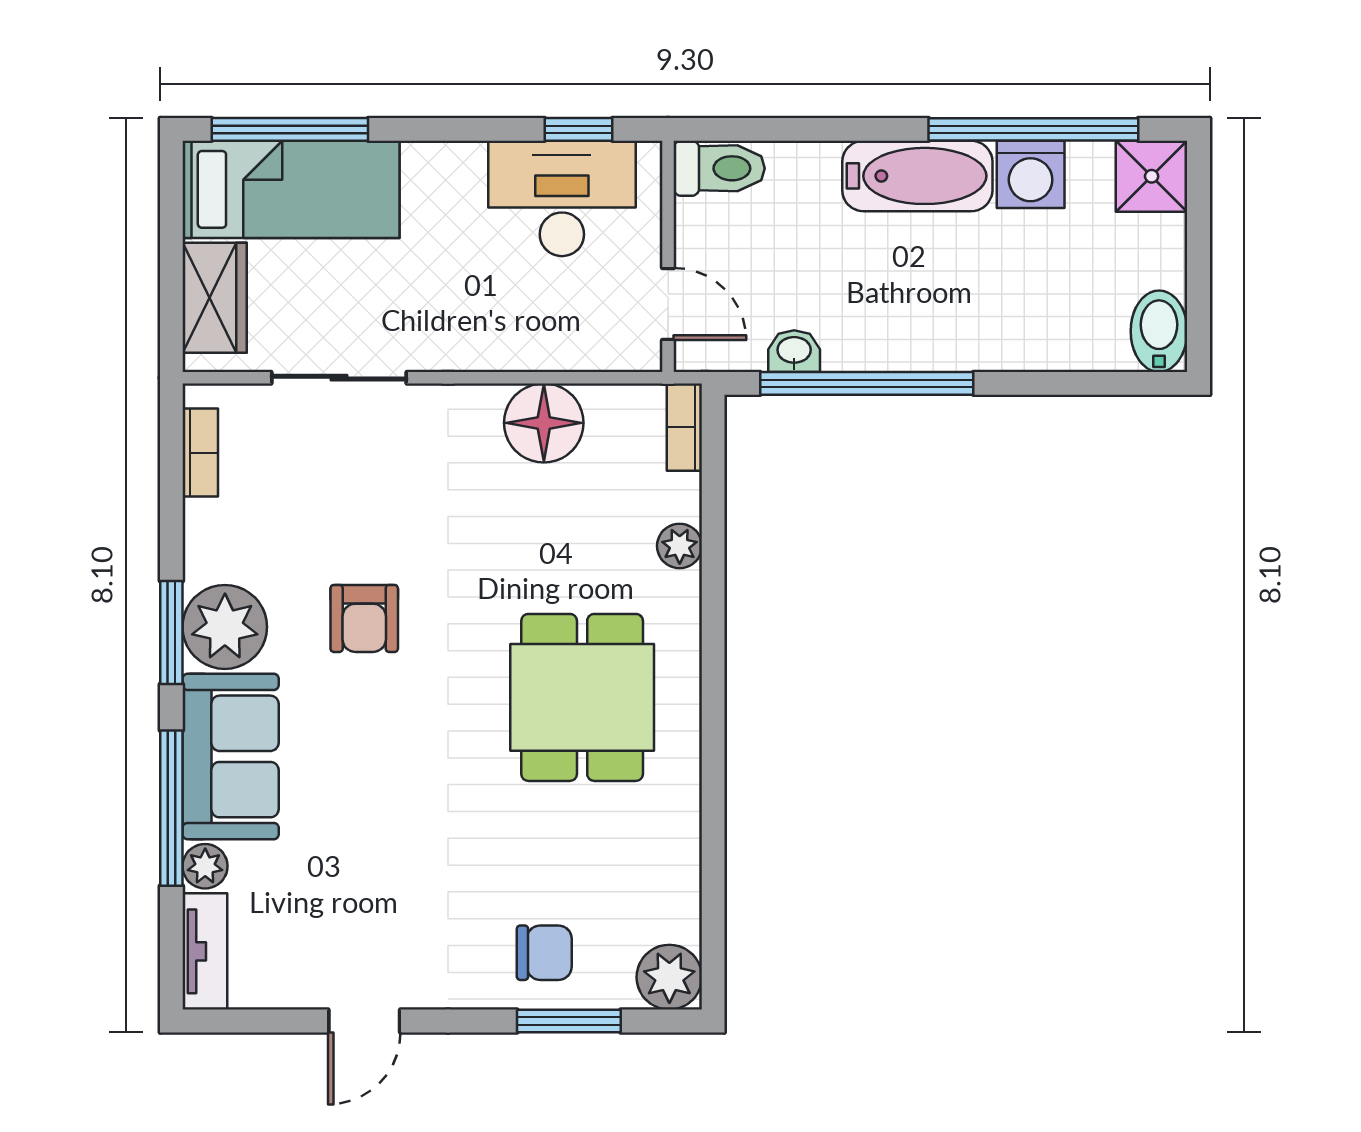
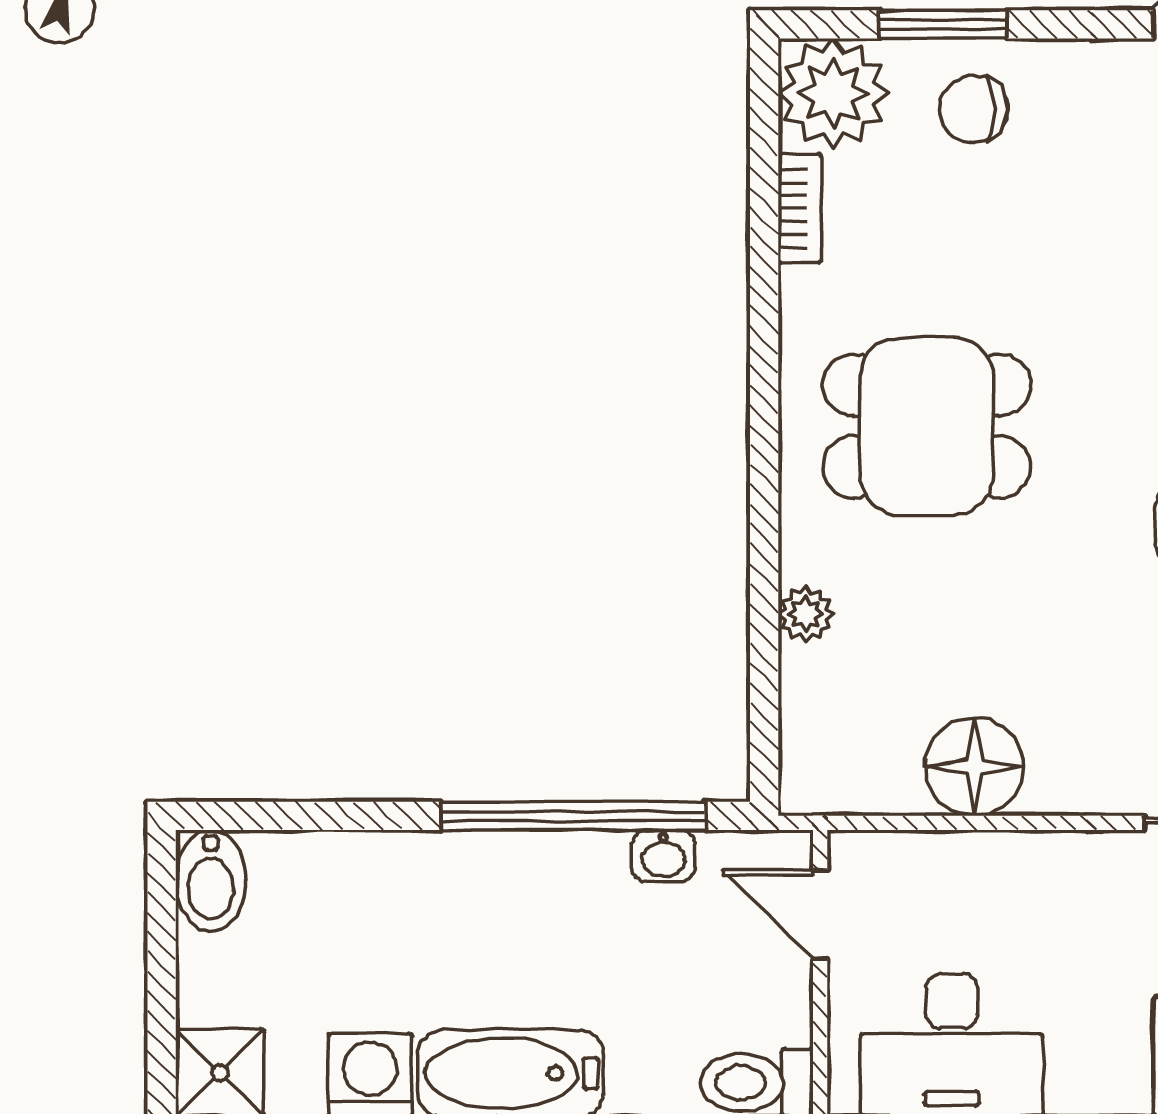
bookcase: (684, 427) -> (800, 208), moved
dining table: (582, 697) -> (927, 426), turned 90
plant: (669, 977) -> (833, 93), width x1.36, depth x1.36

